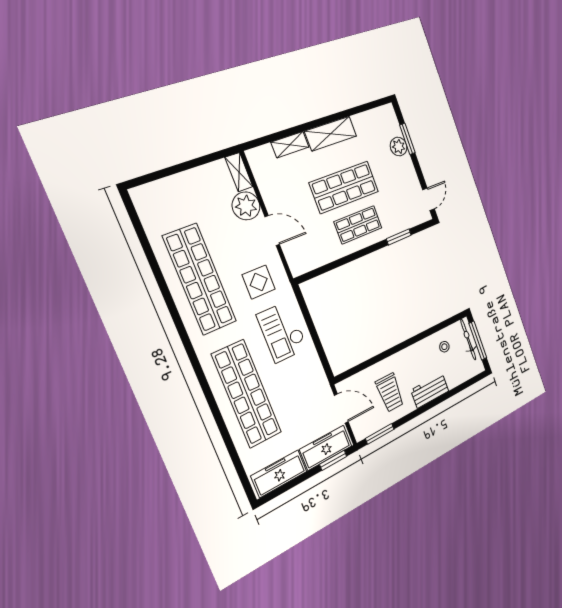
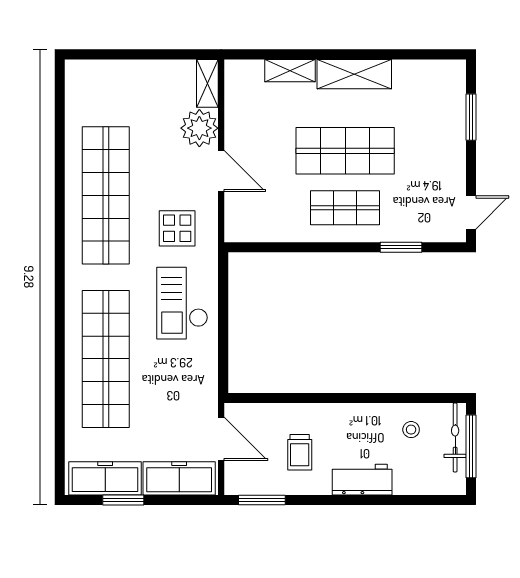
plant: (399, 147) -> (452, 123), removed
trolley: (390, 392) -> (300, 452), width x0.73, depth x0.72
window: (333, 460) -> (123, 500), moved

